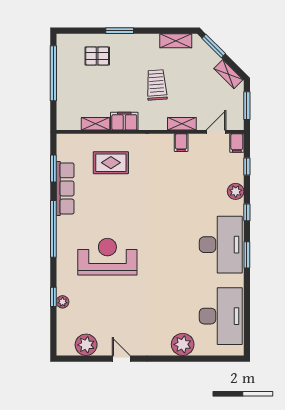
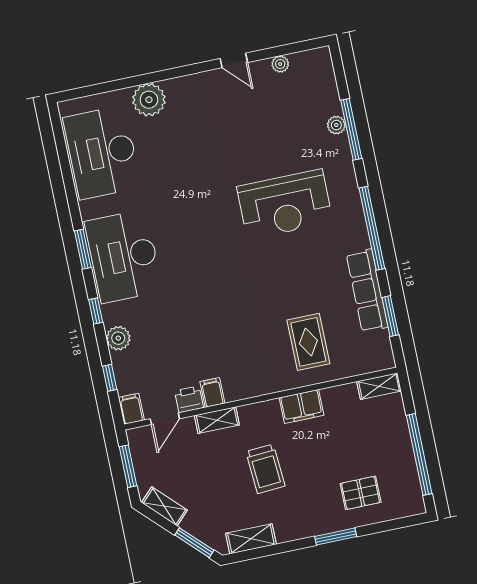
shelving: (96, 124) -> (379, 386), moved
printer: (197, 141) -> (189, 399), added
rug: (111, 163) -> (308, 342), turned 90
window: (53, 297) -> (351, 129), width x2.17
plant: (86, 345) -> (280, 64), width x0.53, depth x0.53

